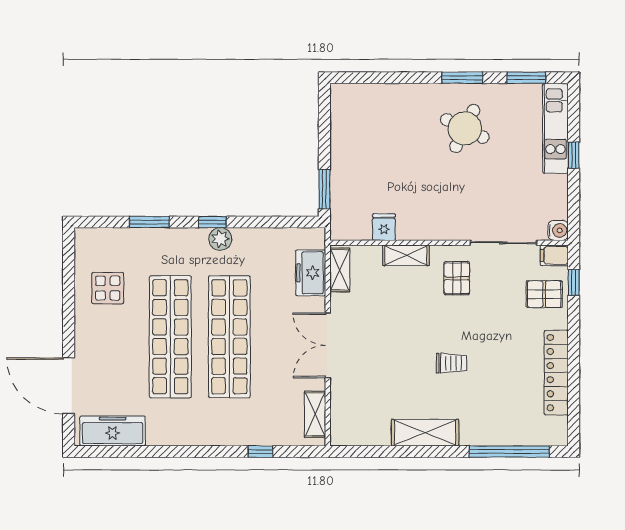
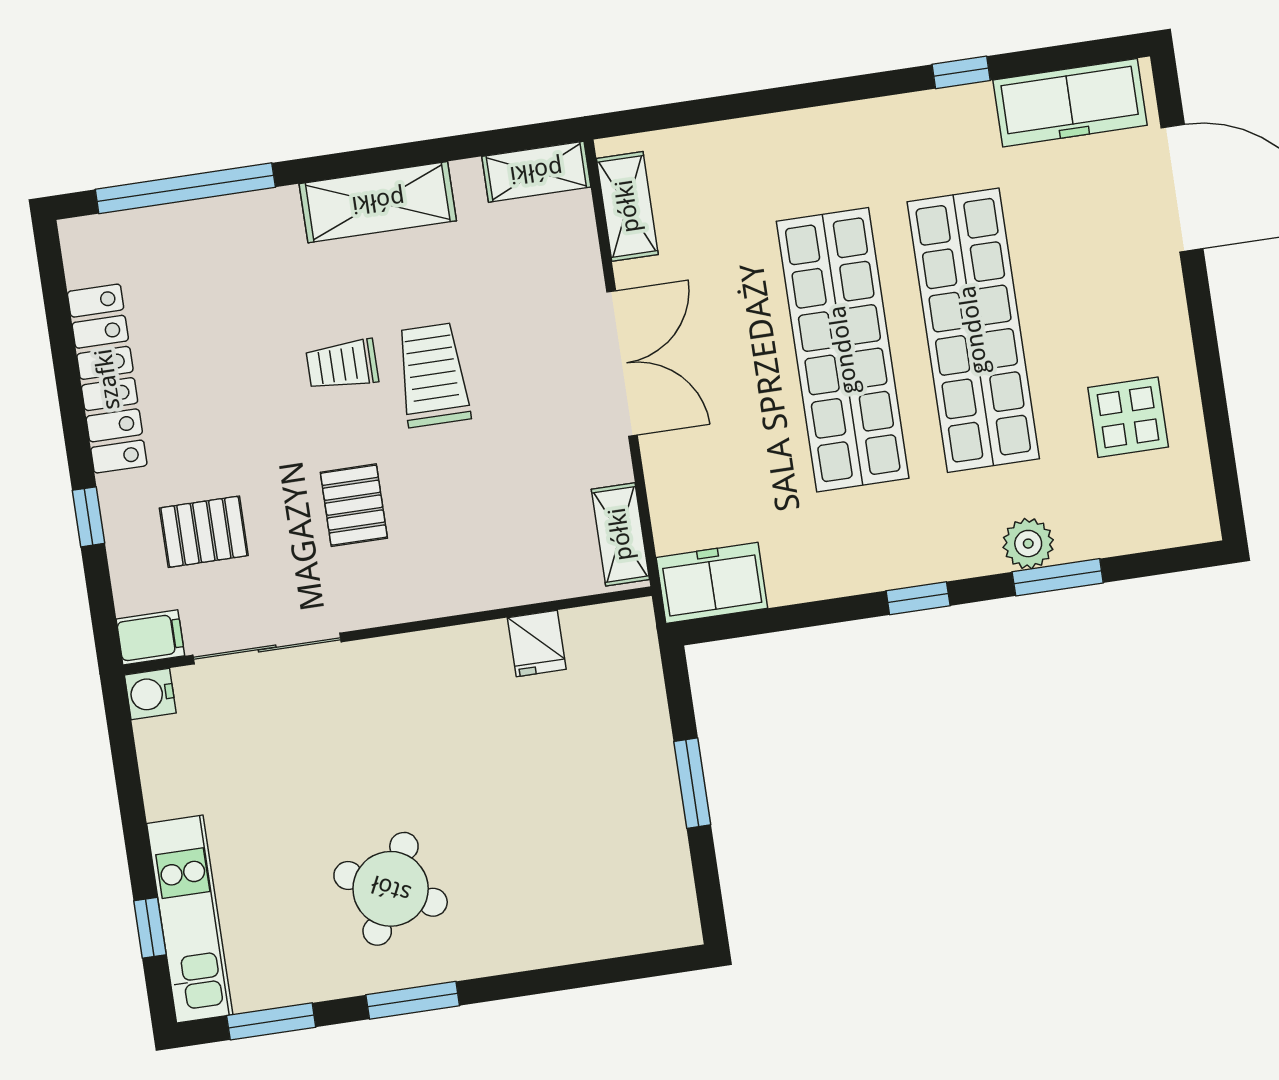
window: (574, 155) -> (150, 928), moved
window: (324, 189) -> (692, 783), moved
plant: (220, 239) -> (1028, 544), moved
shelving: (406, 255) -> (536, 172), moved
freezer: (311, 273) -> (712, 583), moved, turned -90
pallet: (457, 278) -> (354, 505), moved
window: (574, 283) -> (88, 517), moved
pallet: (544, 294) -> (204, 532), moved
trolley: (412, 353) -> (433, 375), added
window: (260, 452) -> (961, 72), moved

